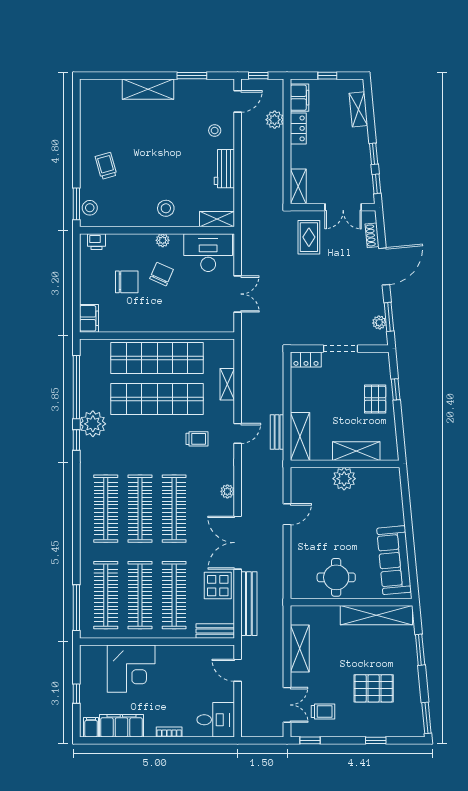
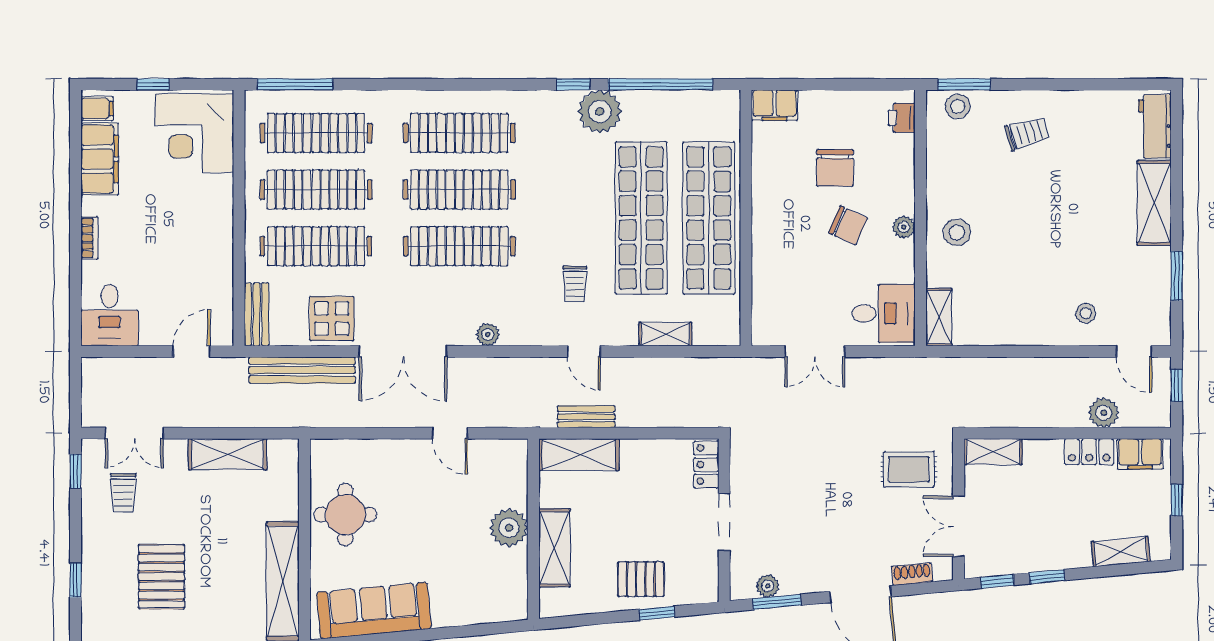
workbench: (224, 169) -> (1155, 126), moved, turned -90
desk: (208, 253) -> (883, 313), width x0.73
double door: (238, 543) -> (403, 351), swing flipped
corner desk: (131, 669) -> (194, 133), moved

